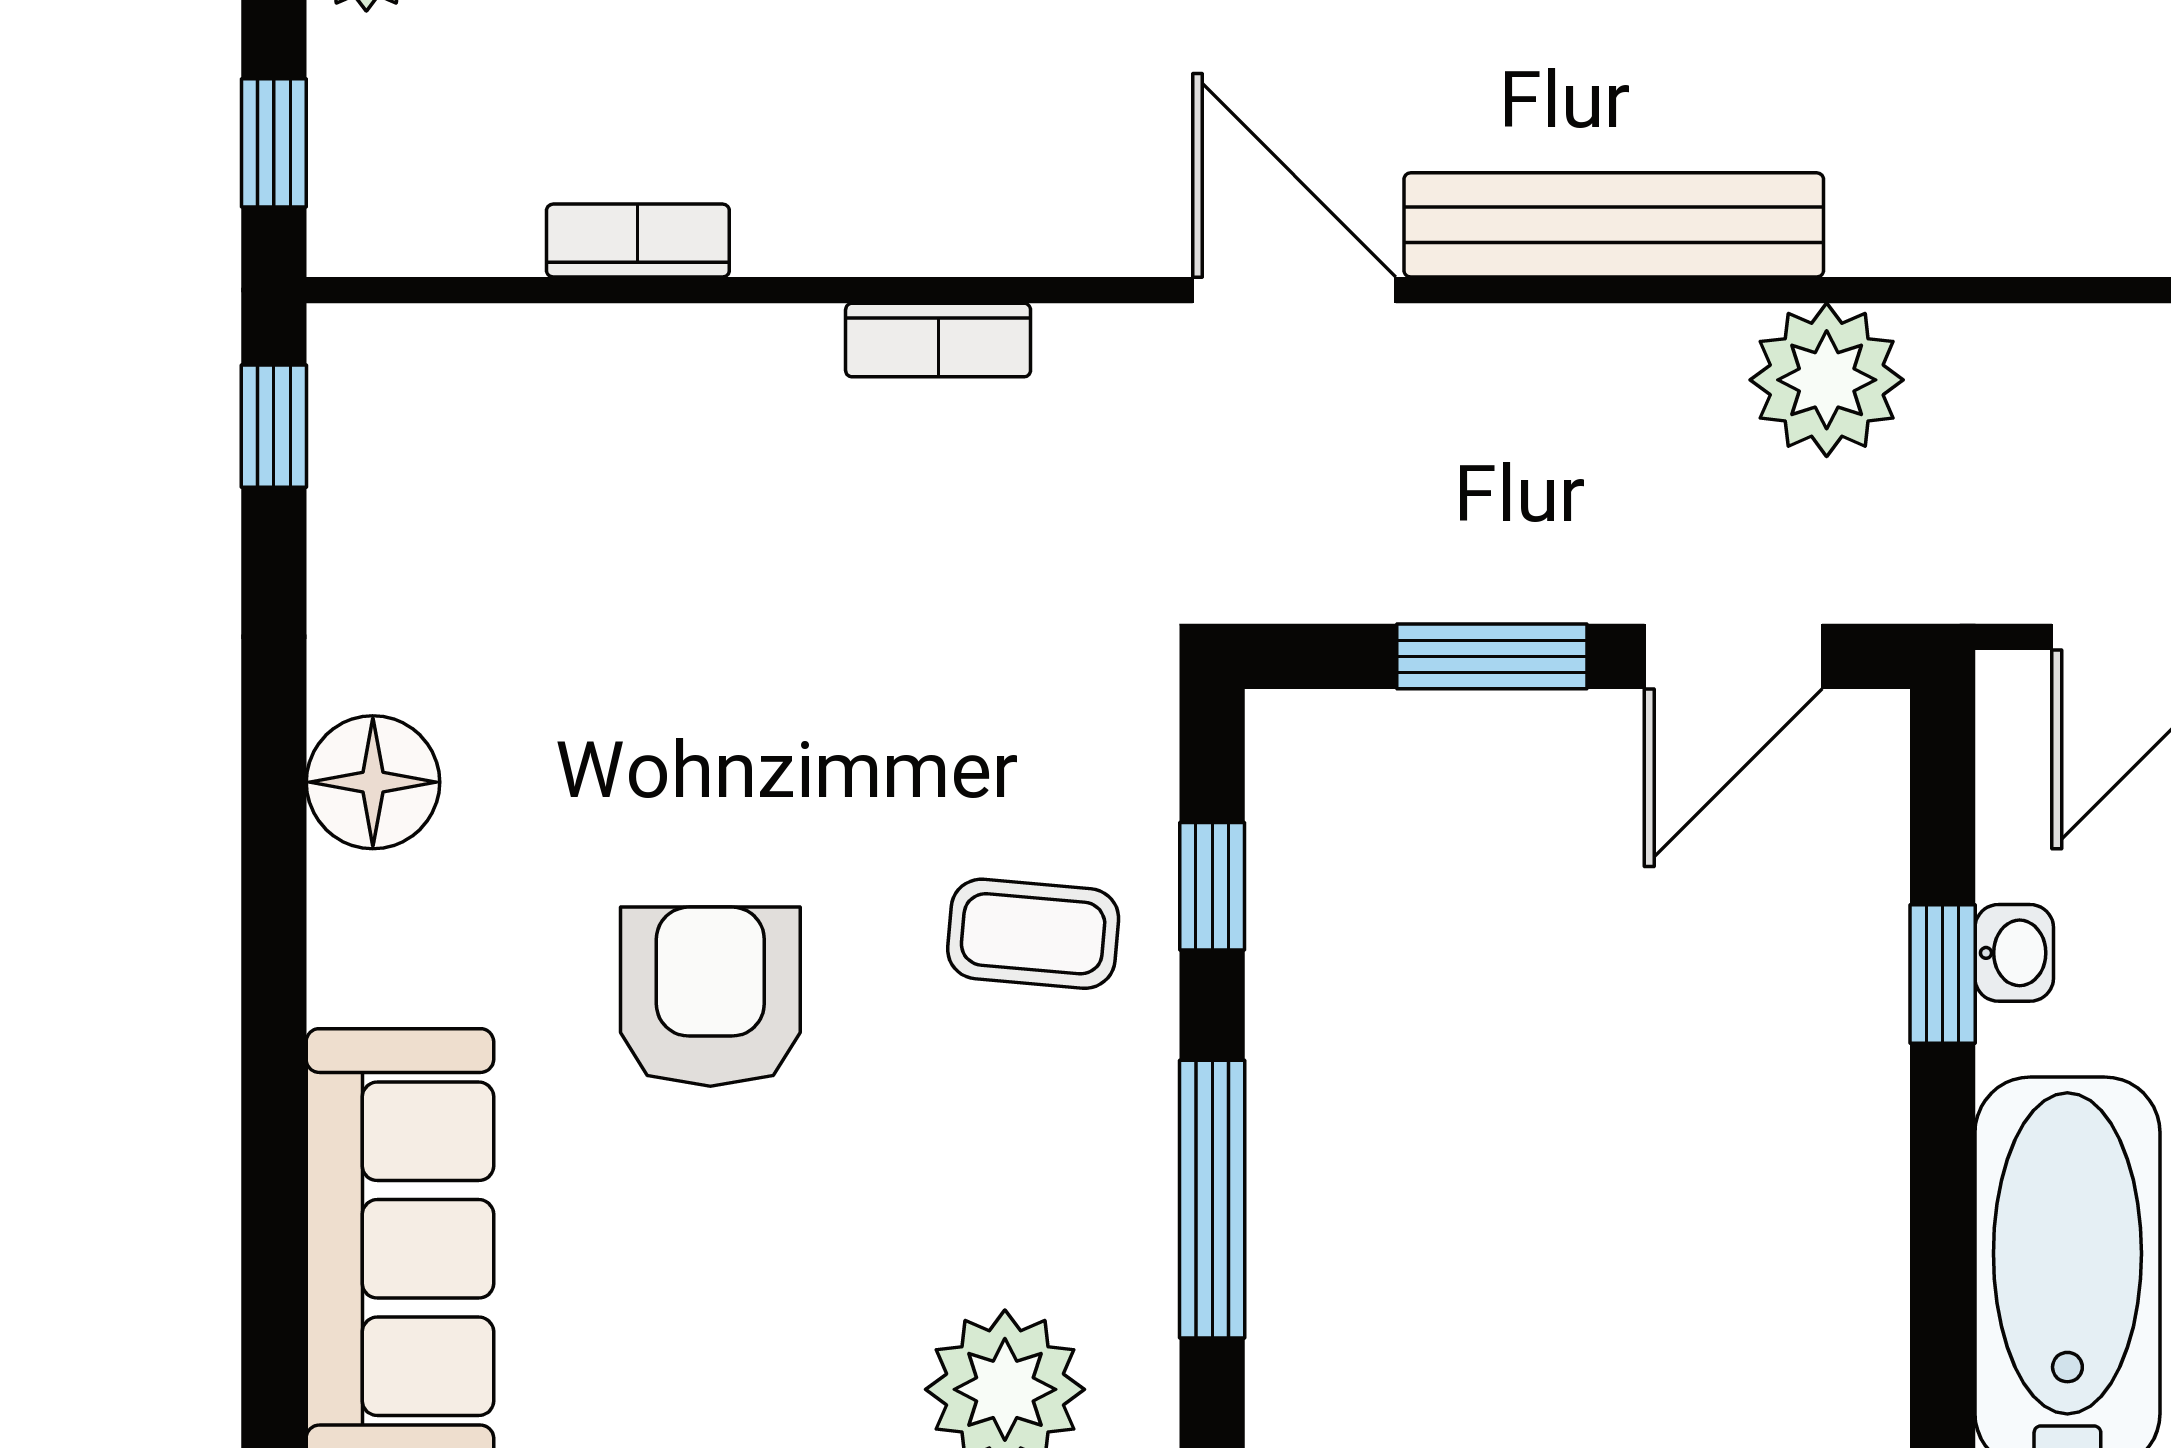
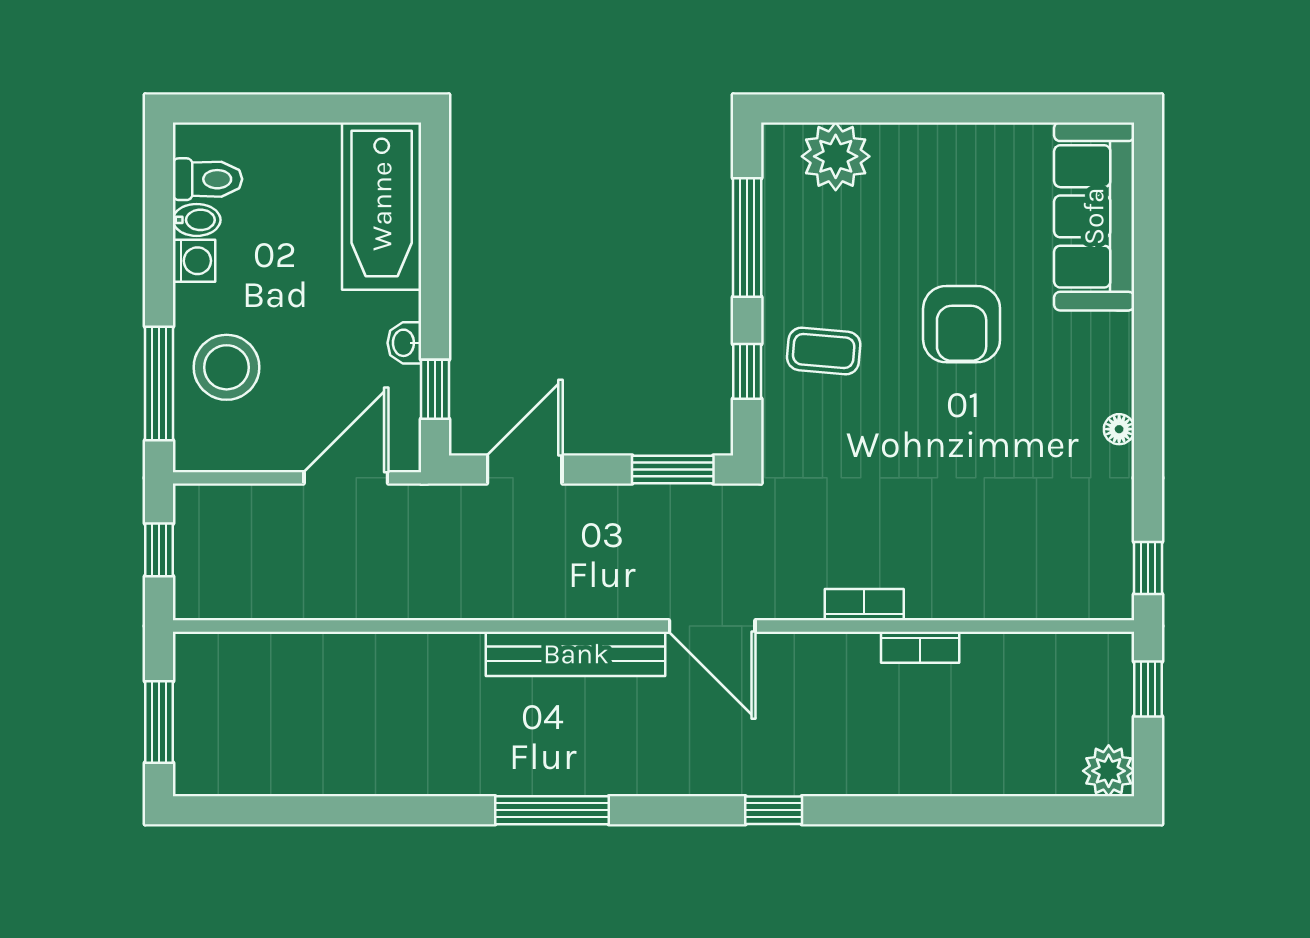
bookcase: (638, 241) -> (920, 647), moved
plant: (1827, 380) -> (485, 588), removed
window: (1492, 656) -> (673, 470), moved
floor lamp: (373, 782) -> (1119, 429), width x0.53, depth x0.53
window: (1943, 974) -> (435, 389), moved

